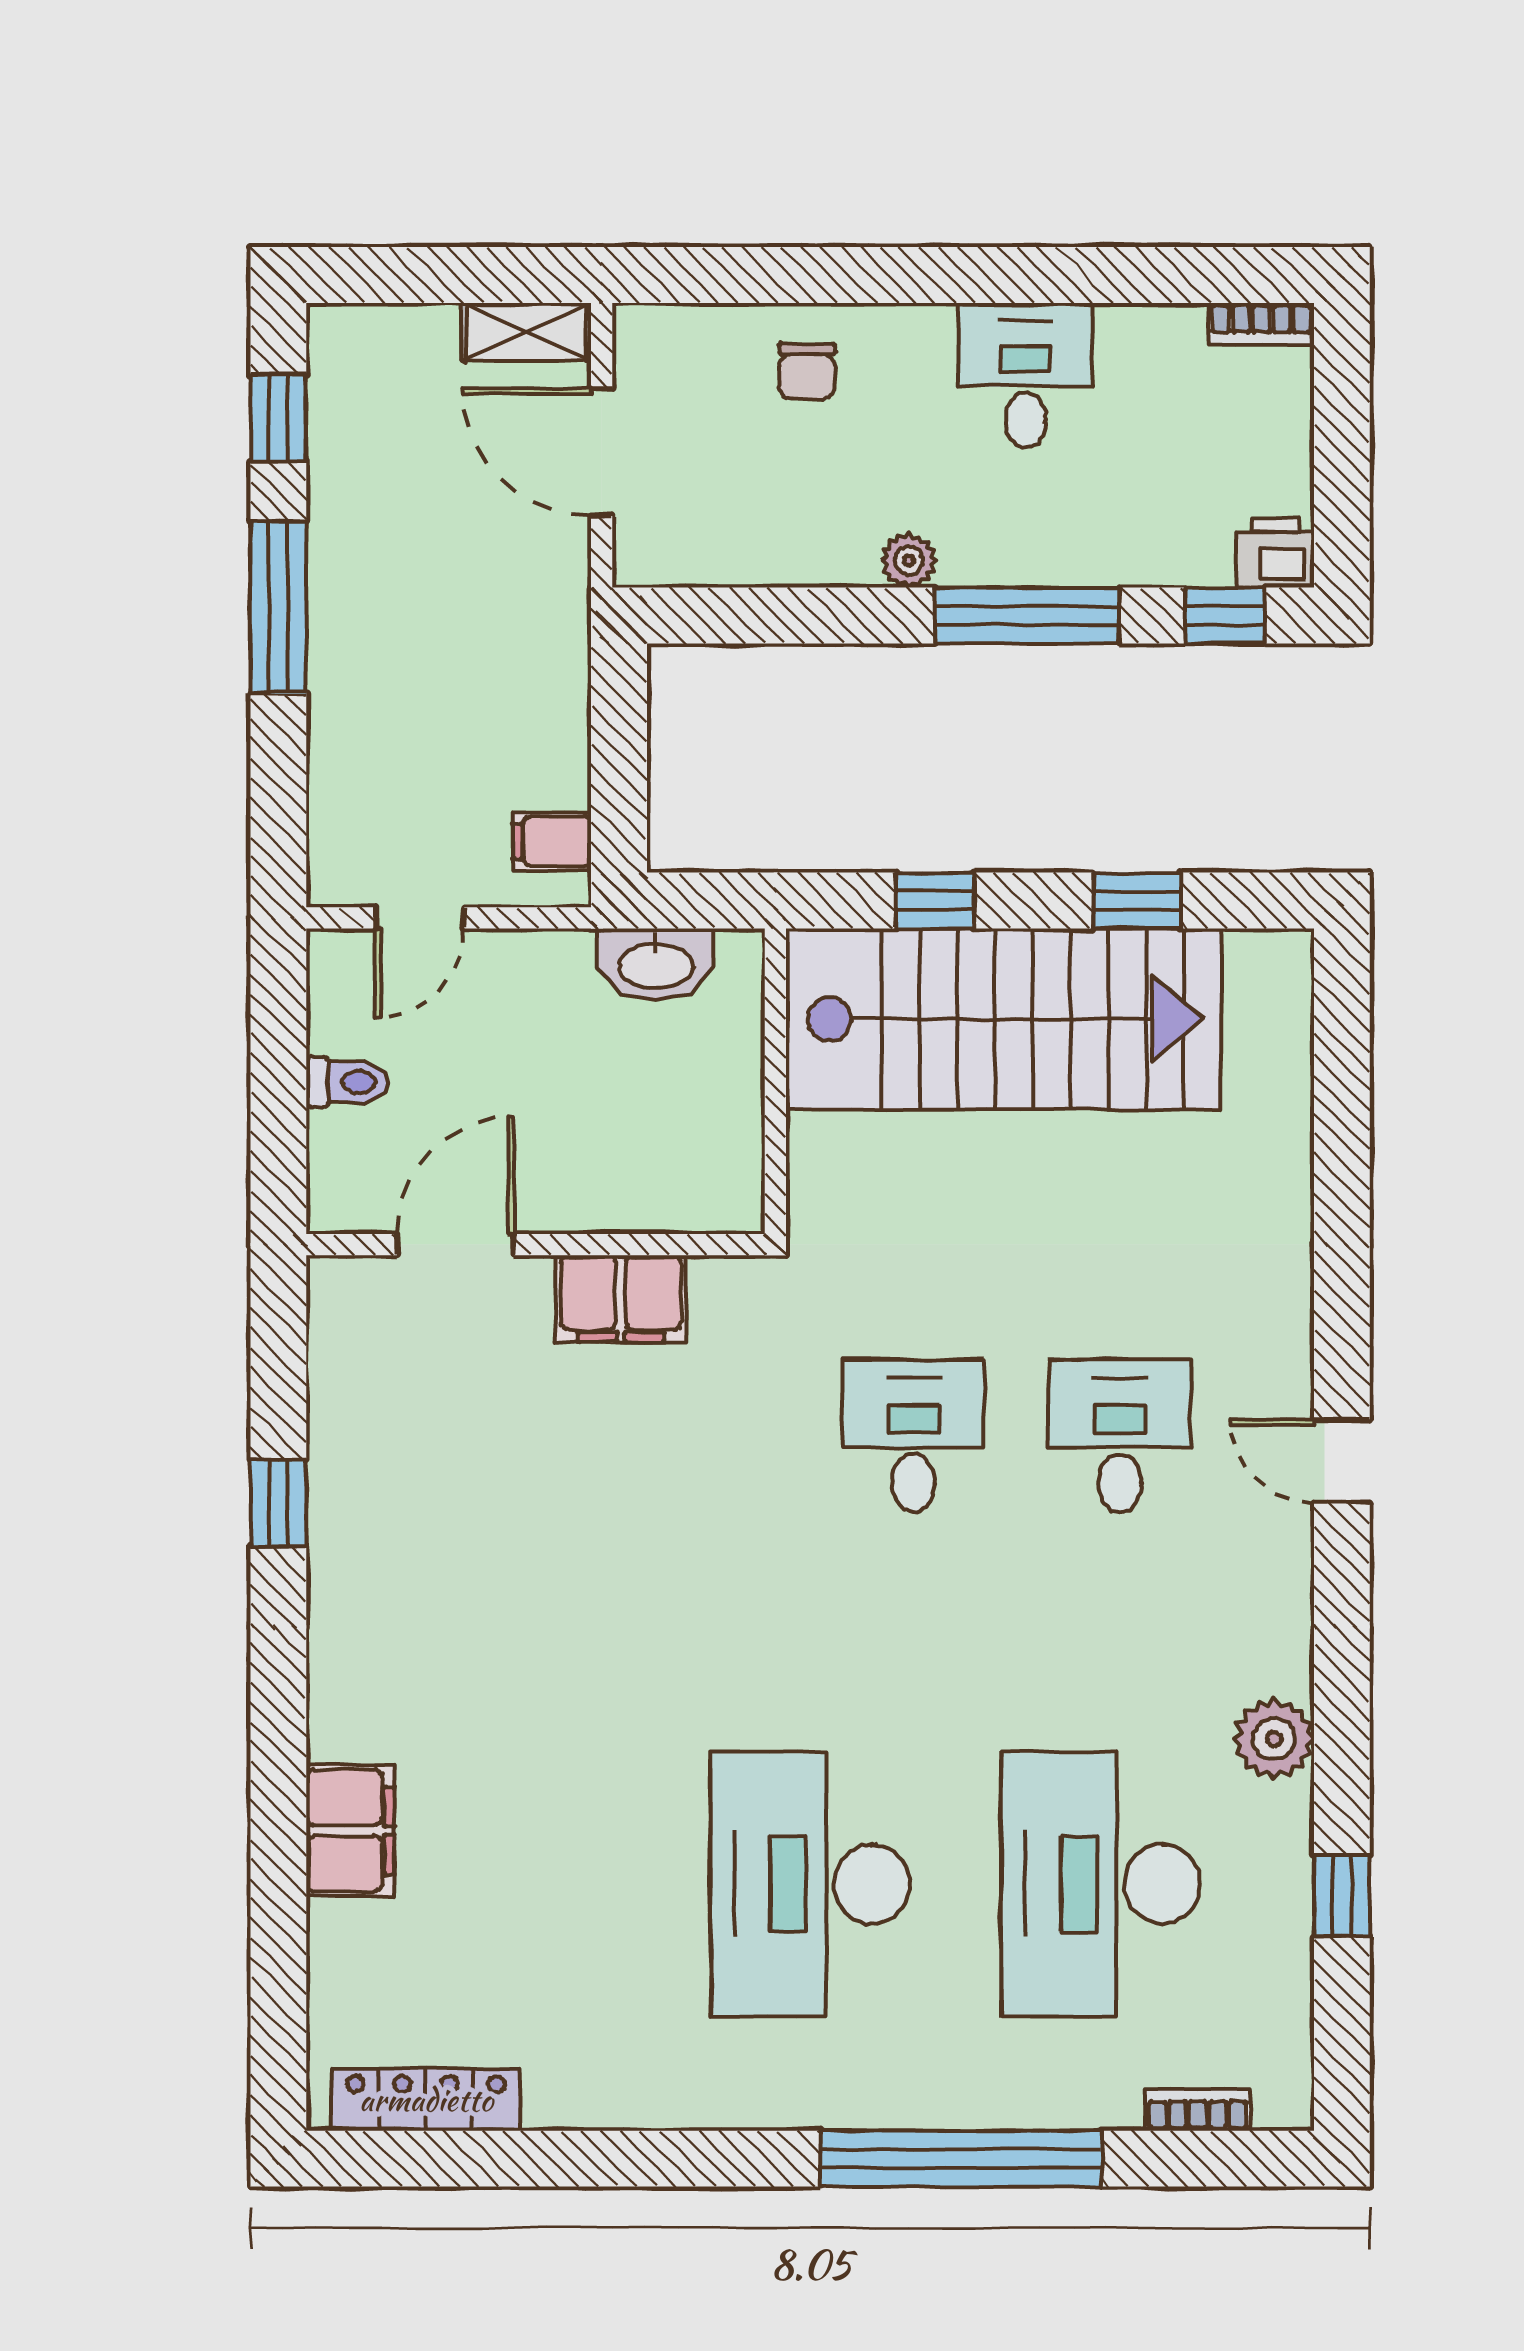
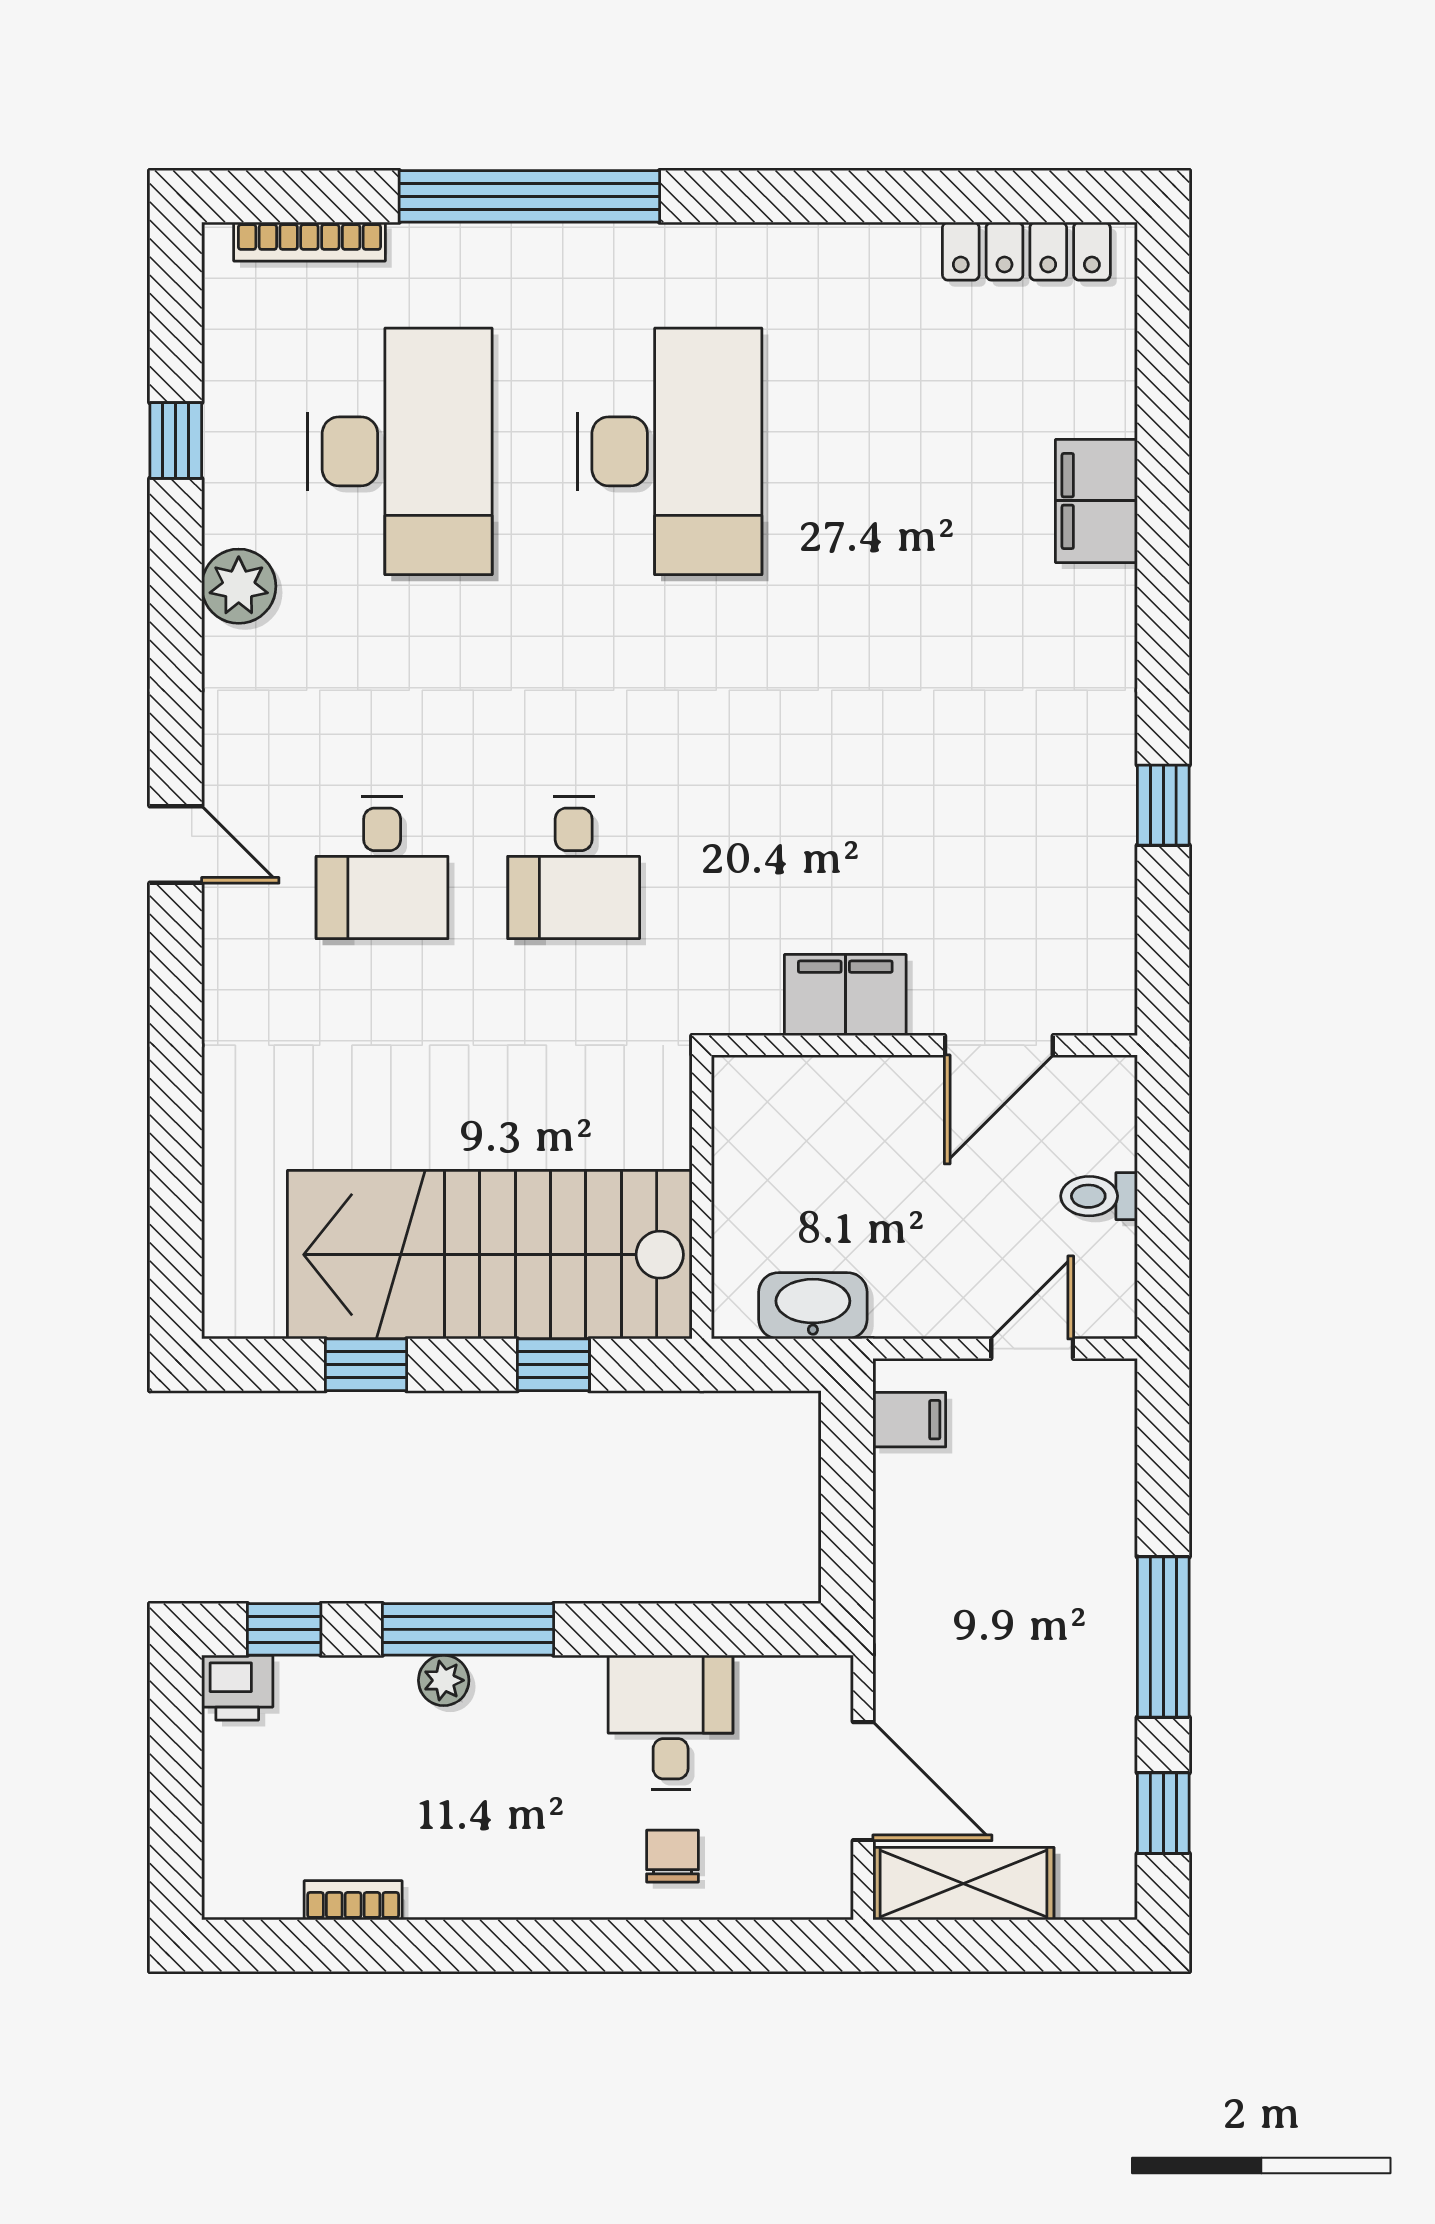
bookcase: (1261, 324) -> (353, 1900), moved
shelving: (526, 332) -> (963, 1884), width x1.50, depth x1.33
desk: (1025, 375) -> (671, 1722), moved, turned 180
plant: (909, 561) -> (444, 1680), moved
bookcase: (1198, 2110) -> (309, 242), width x1.56

